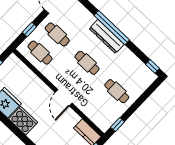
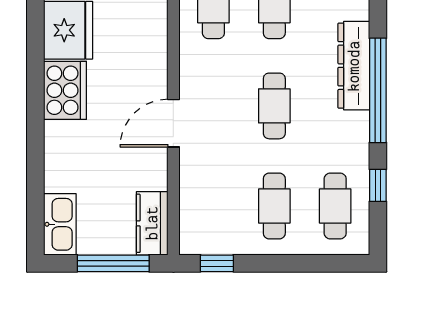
dresser: (107, 36) -> (354, 66), moved
window: (152, 66) -> (378, 185), moved
cafe table: (134, 73) -> (335, 206), added

